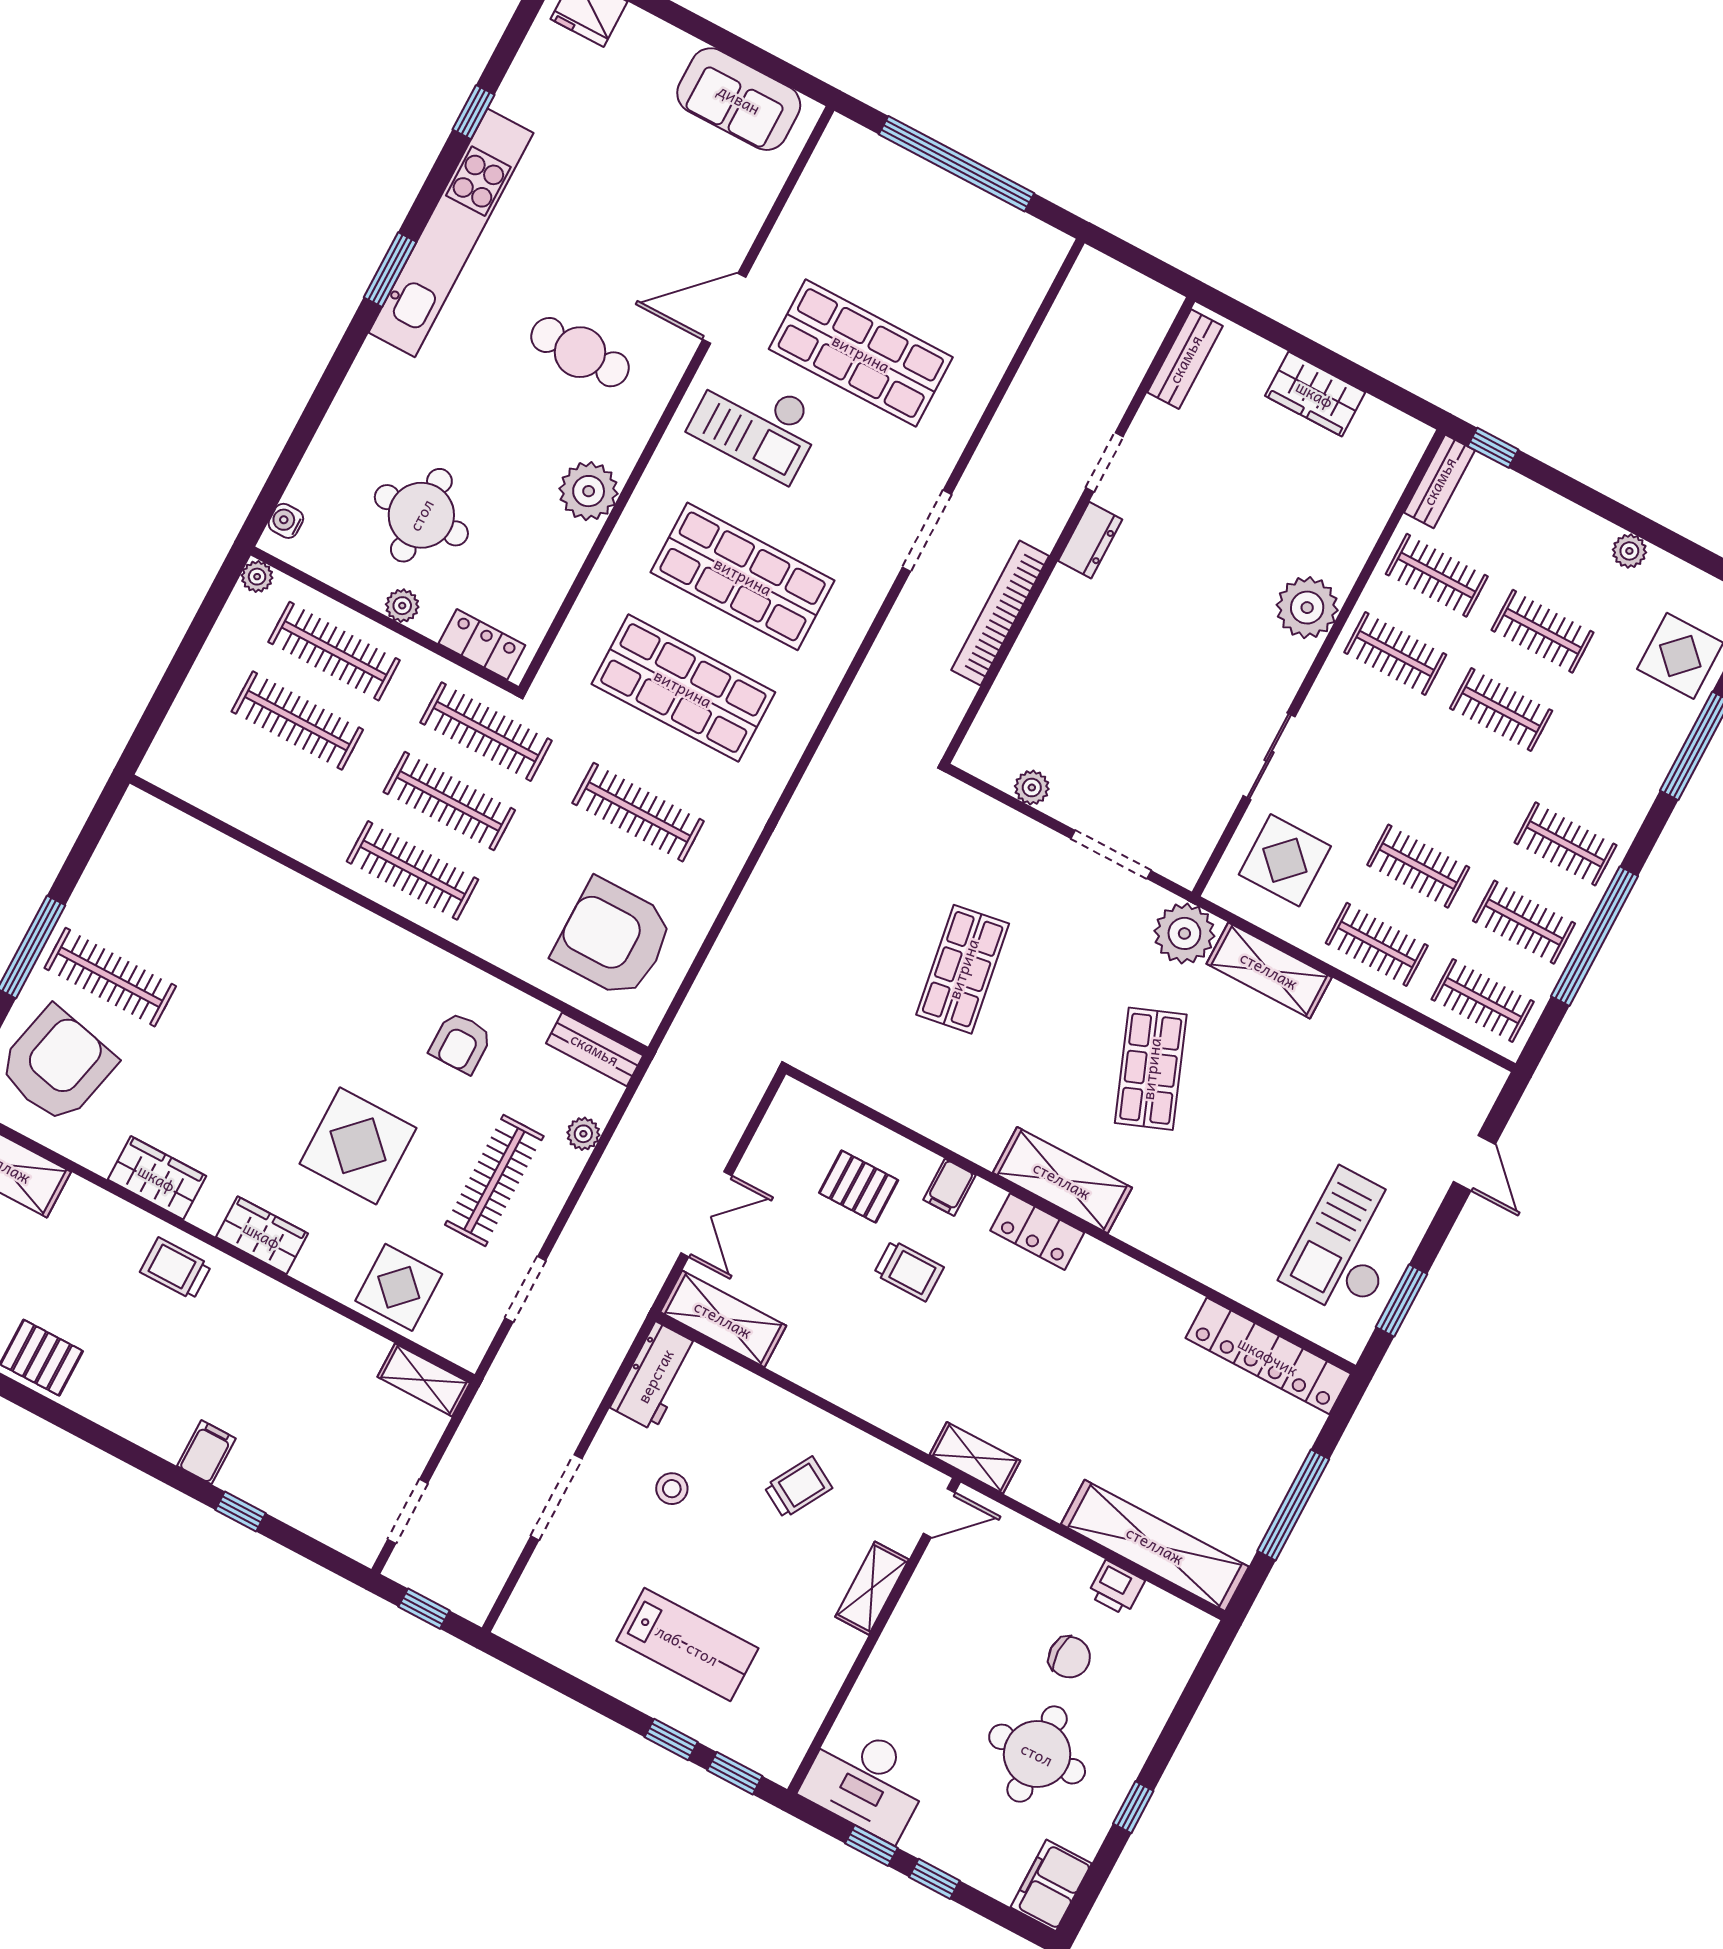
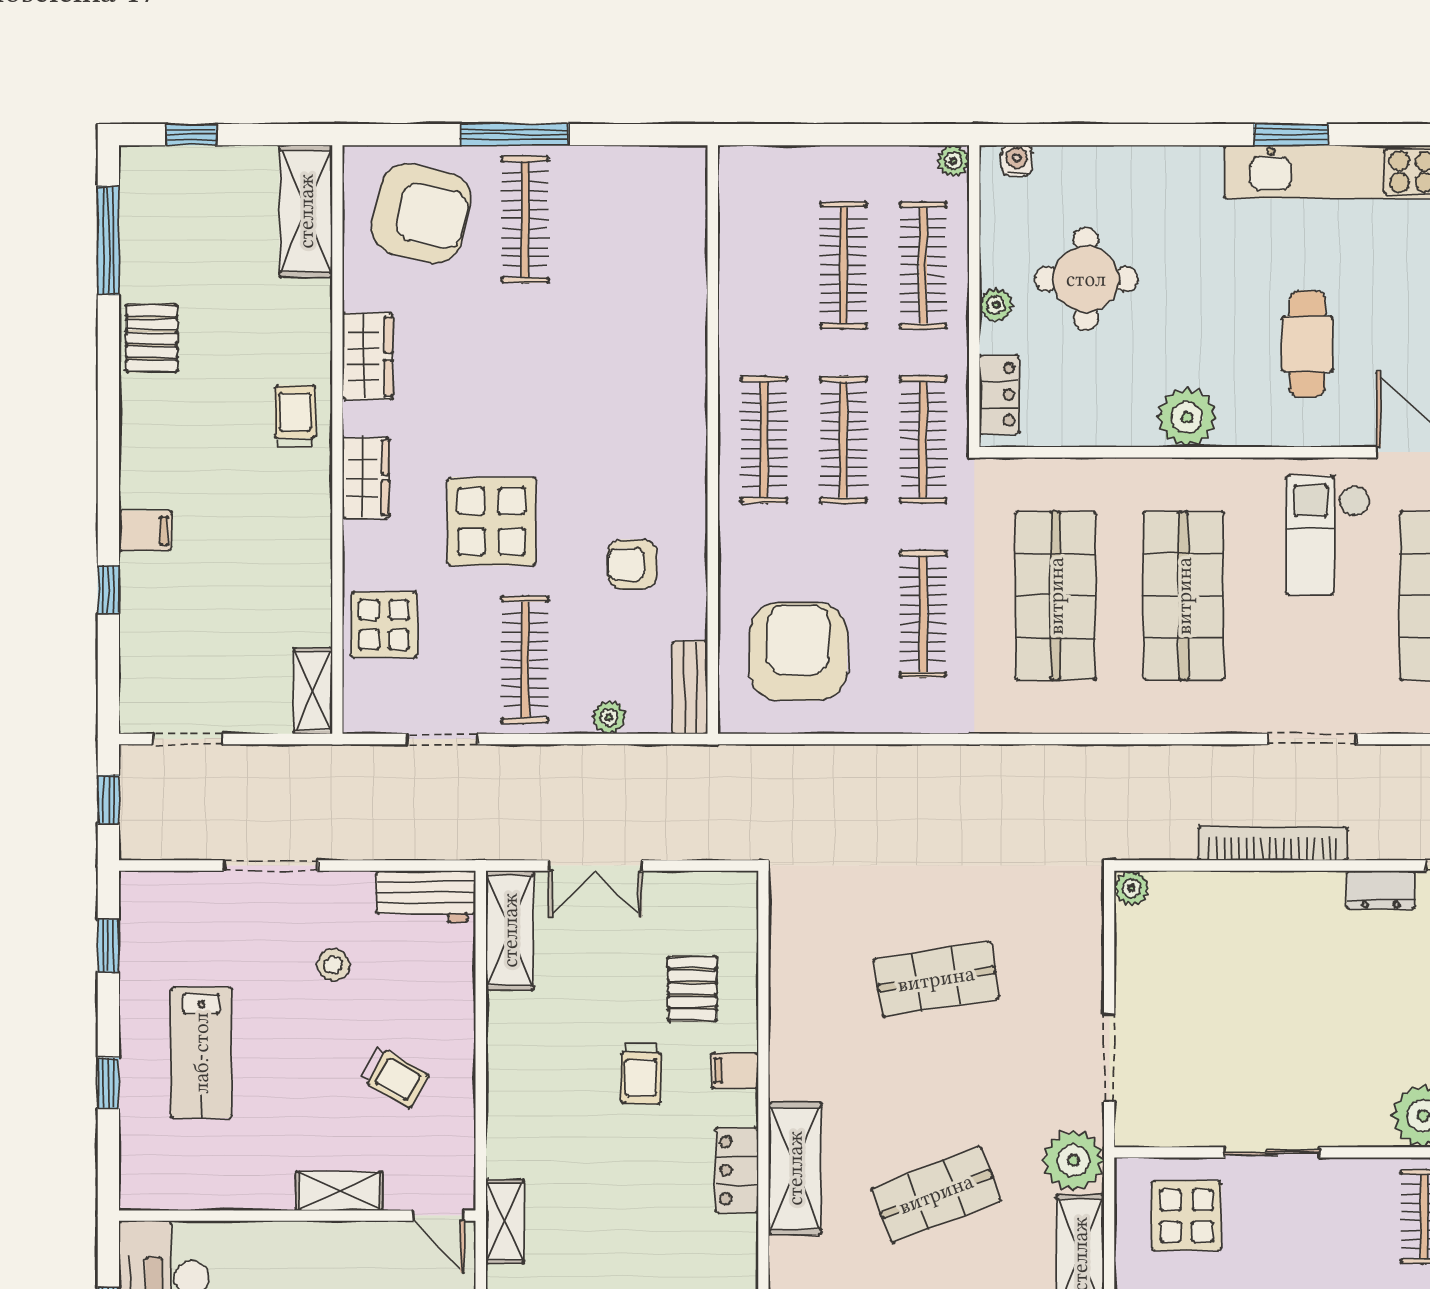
plant: (1032, 788) -> (1132, 888), moved
clothes rail: (494, 1180) -> (525, 660), turned 90
window: (735, 1773) -> (108, 946), moved

